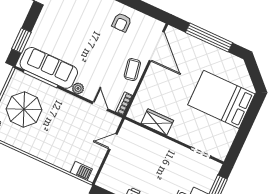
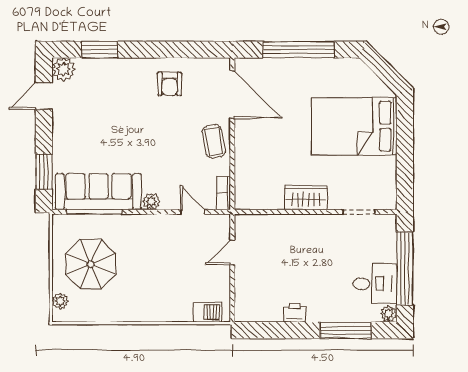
wardrobe: (157, 122) -> (306, 198), moved

